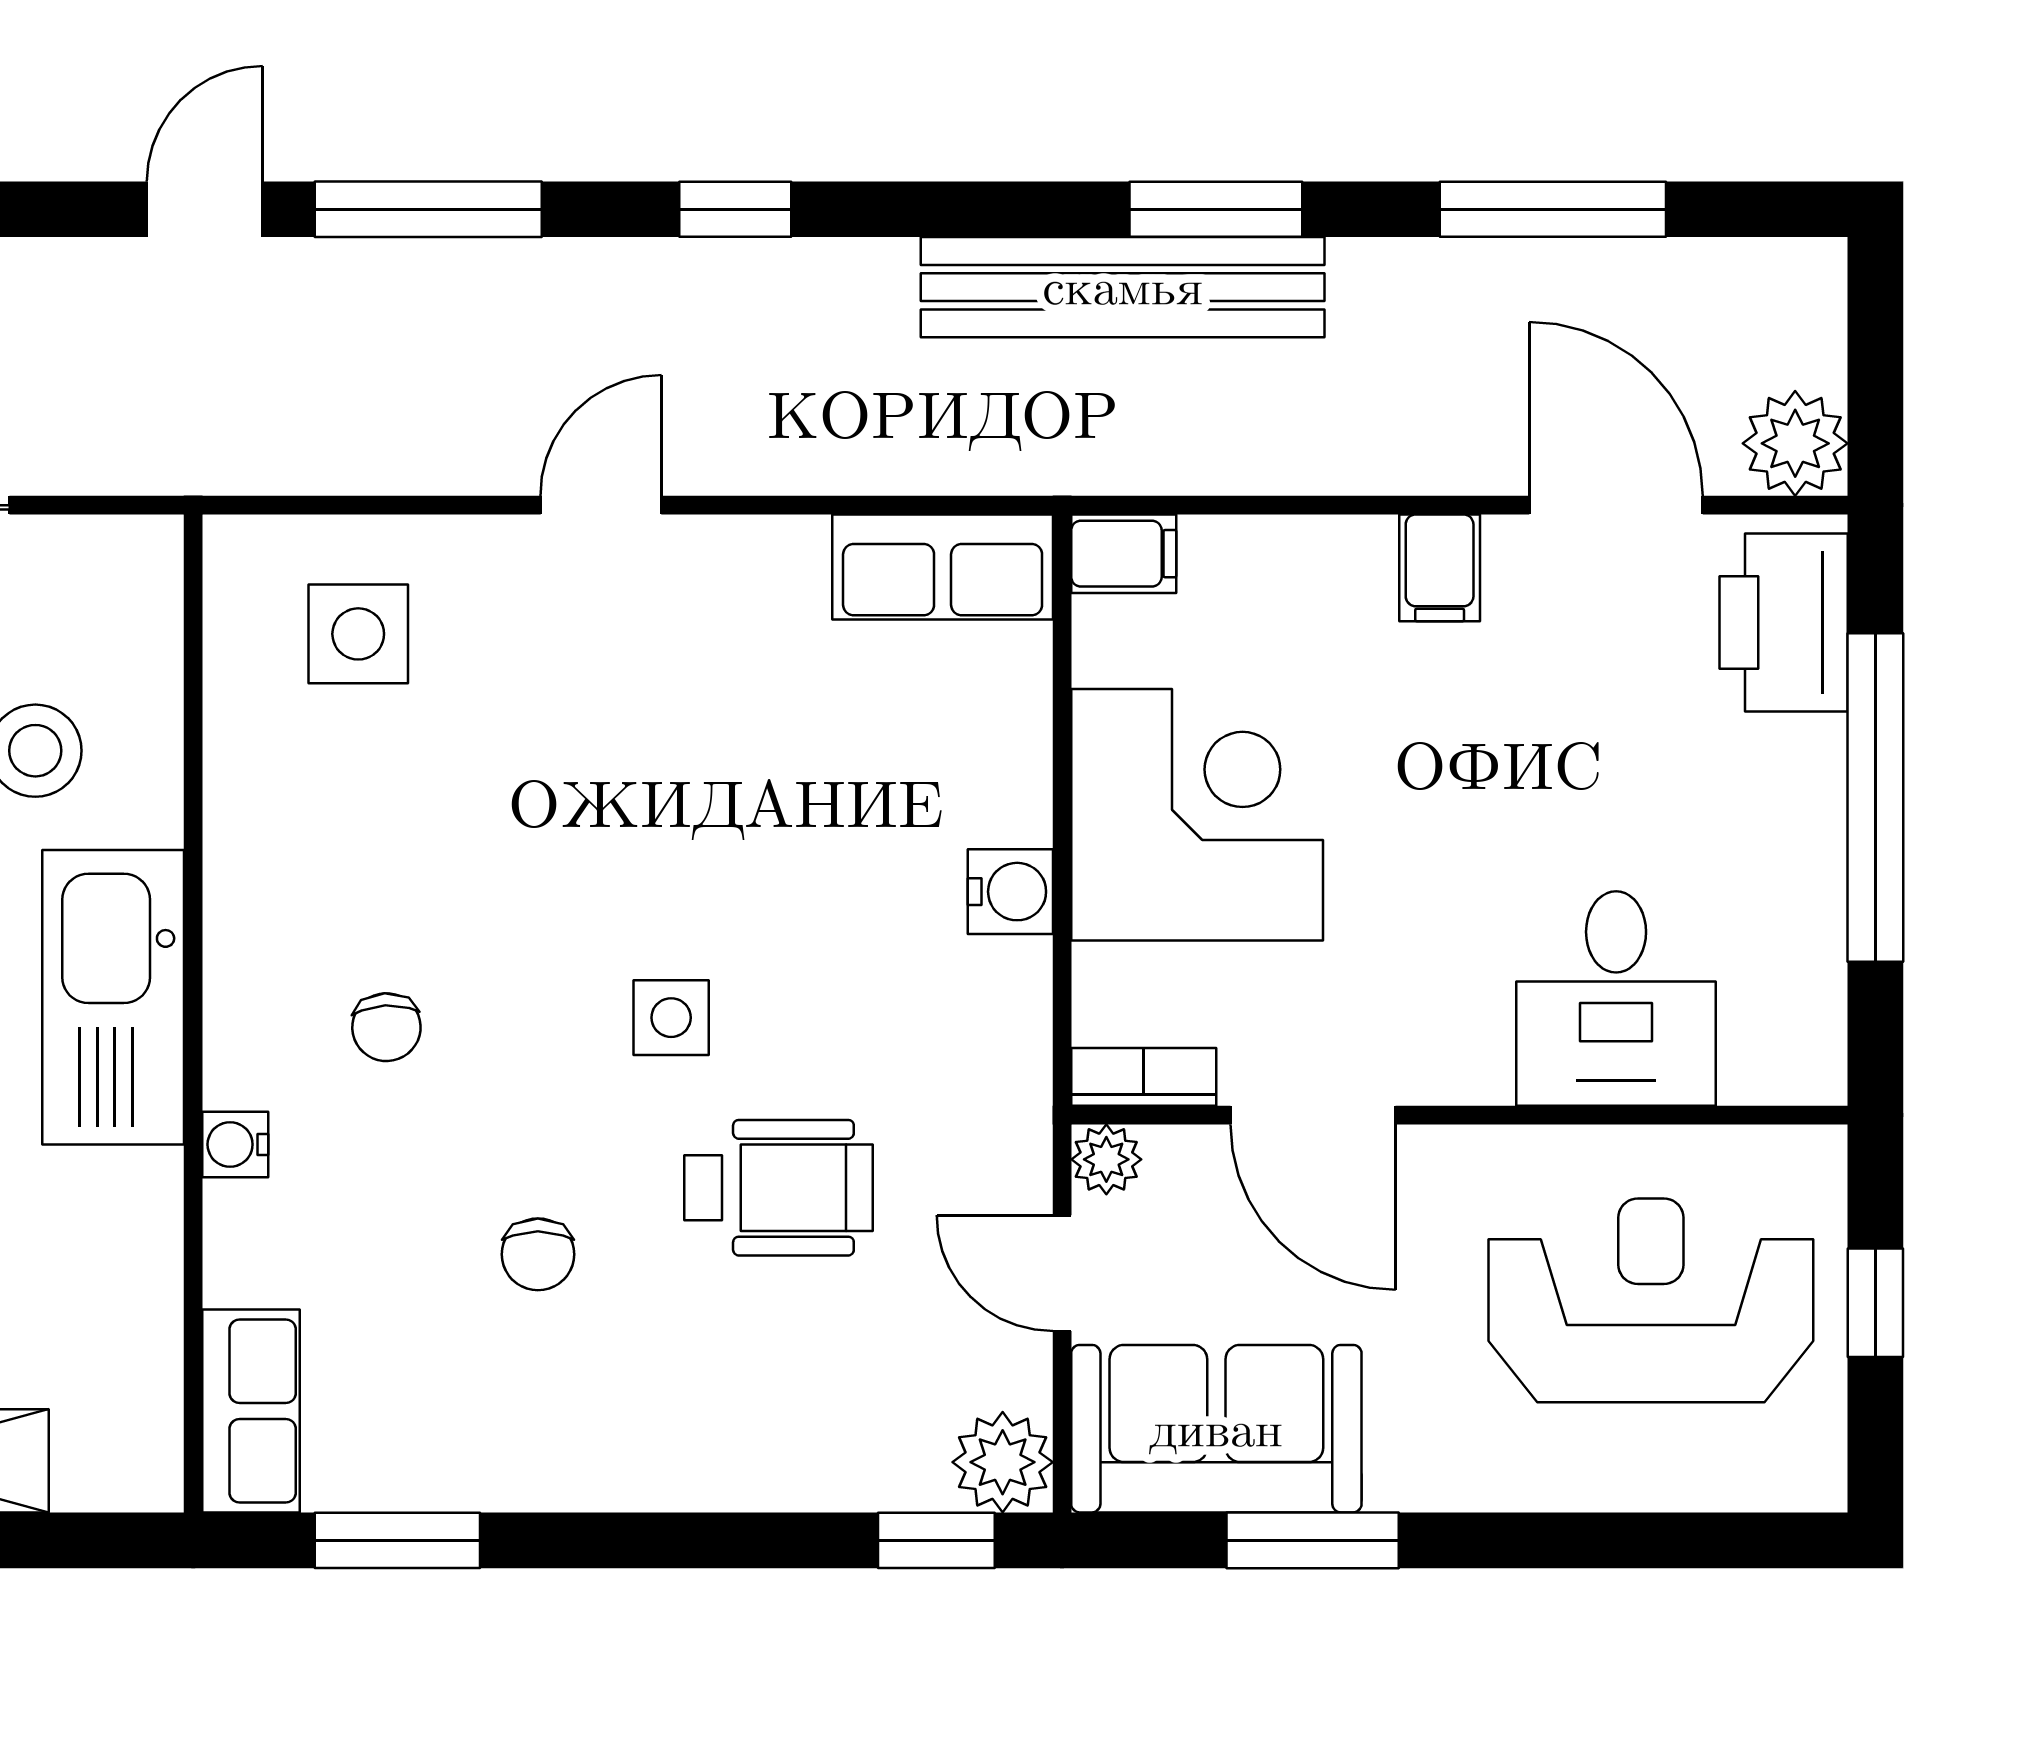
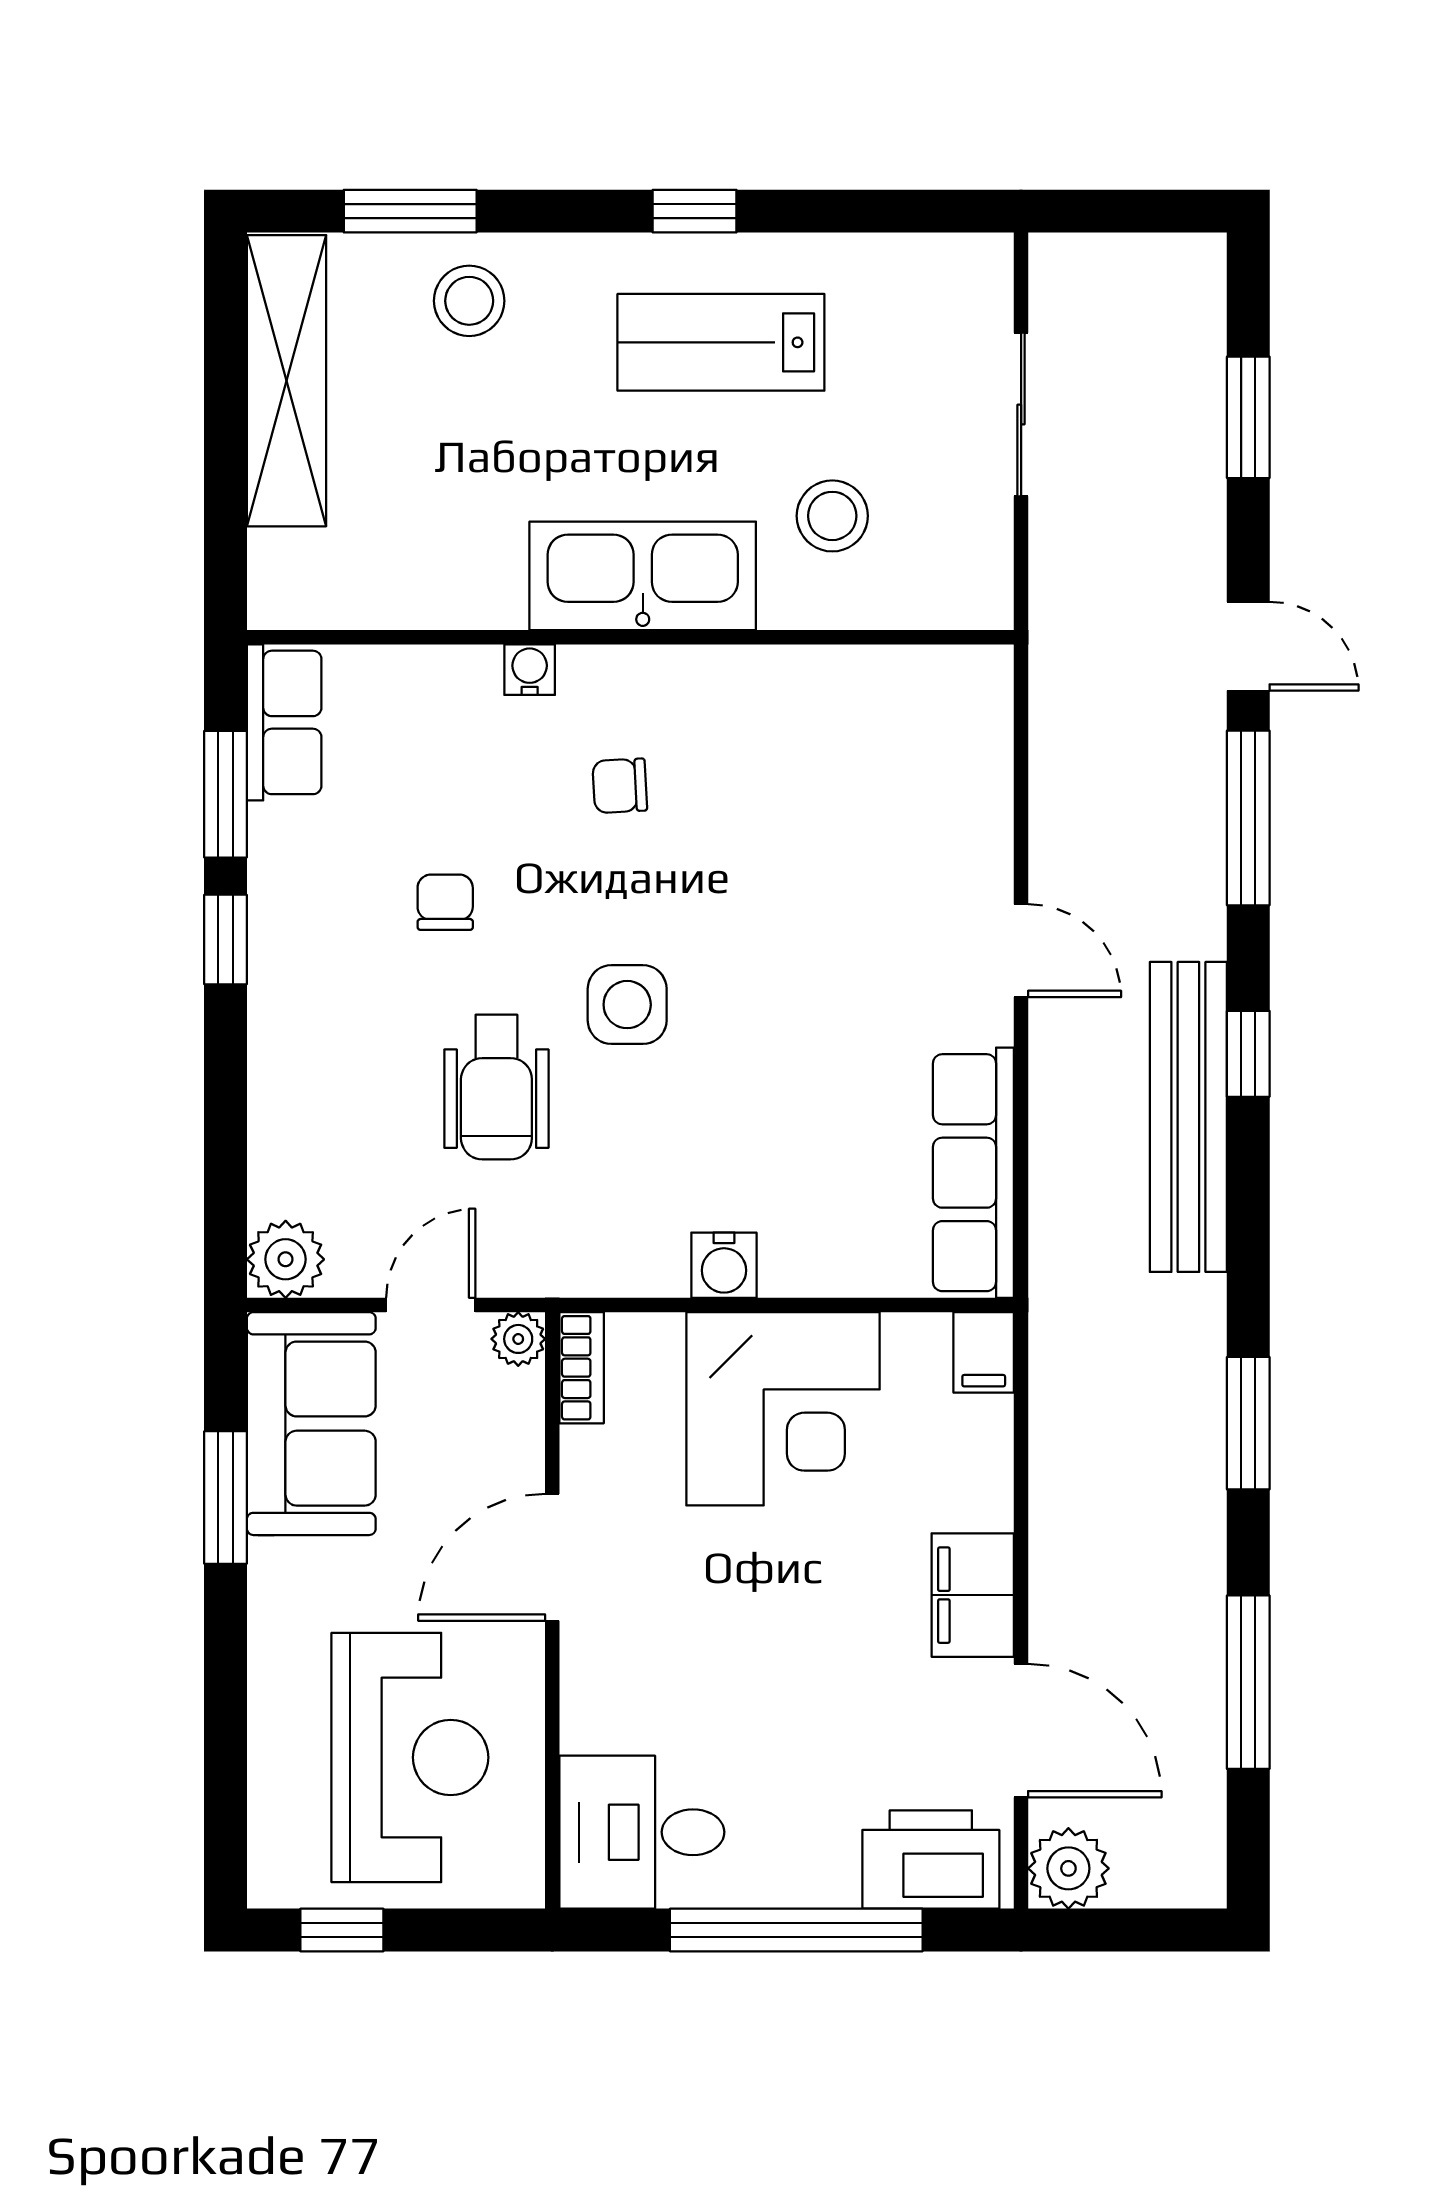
bench: (1123, 287) -> (1188, 1117), moved
door: (1616, 505) -> (1021, 1731), hinge flipped
row of seats: (943, 567) -> (973, 1173), width x1.48
filing cabinet: (1440, 568) -> (973, 1595), width x2.00
side table: (358, 634) -> (922, 764), removed
desk: (1616, 998) -> (642, 1832), moved
side table: (671, 1018) -> (627, 1005), width x1.37, depth x1.37
door: (1313, 1115) -> (552, 1557), moved
chair: (538, 1254) -> (445, 902), turned 90
window: (1875, 1303) -> (342, 1930), moved
row of seats: (251, 1411) -> (284, 722), moved, turned -90
window: (936, 1540) -> (225, 939), moved

